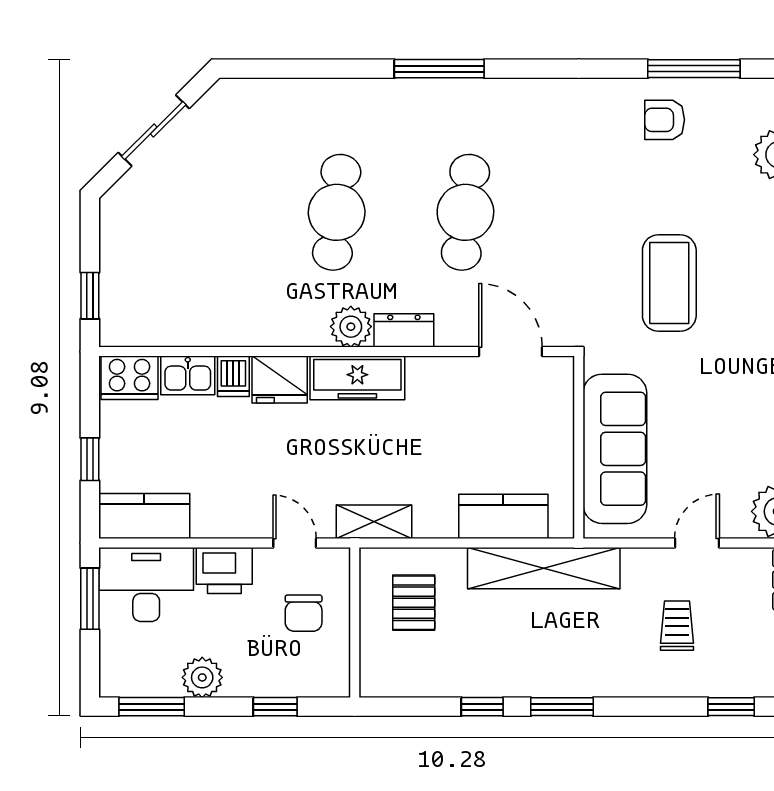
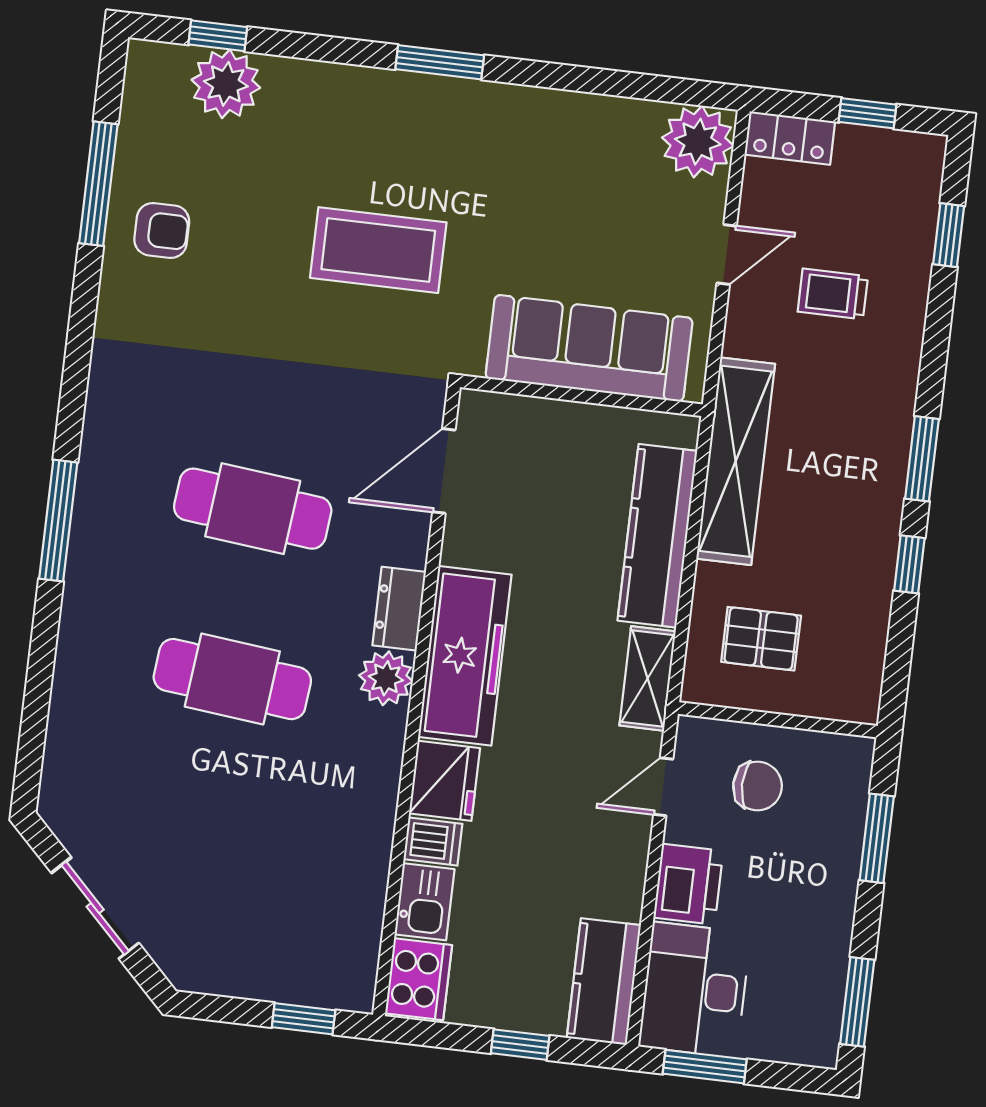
armchair: (665, 120) -> (162, 230), turned -90
freezer: (357, 378) -> (465, 656), width x1.36, depth x1.26
kitchen counter: (503, 516) -> (657, 536), width x1.50
door: (697, 543) -> (727, 255), swing flipped
plant: (202, 677) -> (827, 930), removed
window: (275, 707) -> (877, 838), width x1.50

